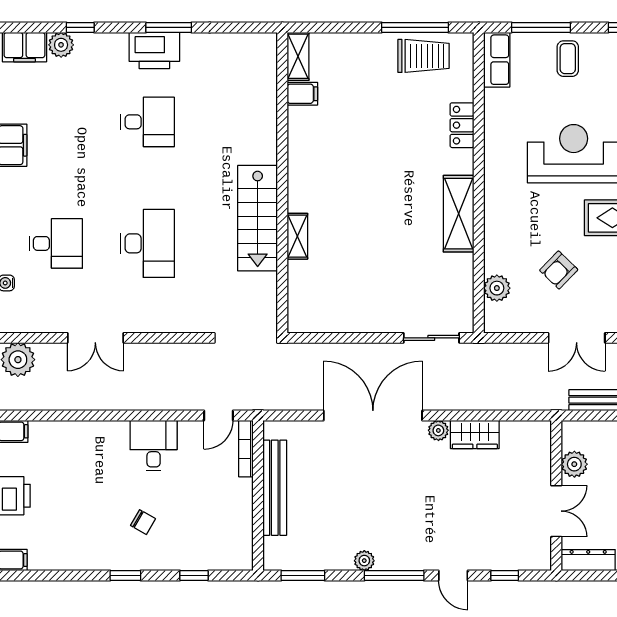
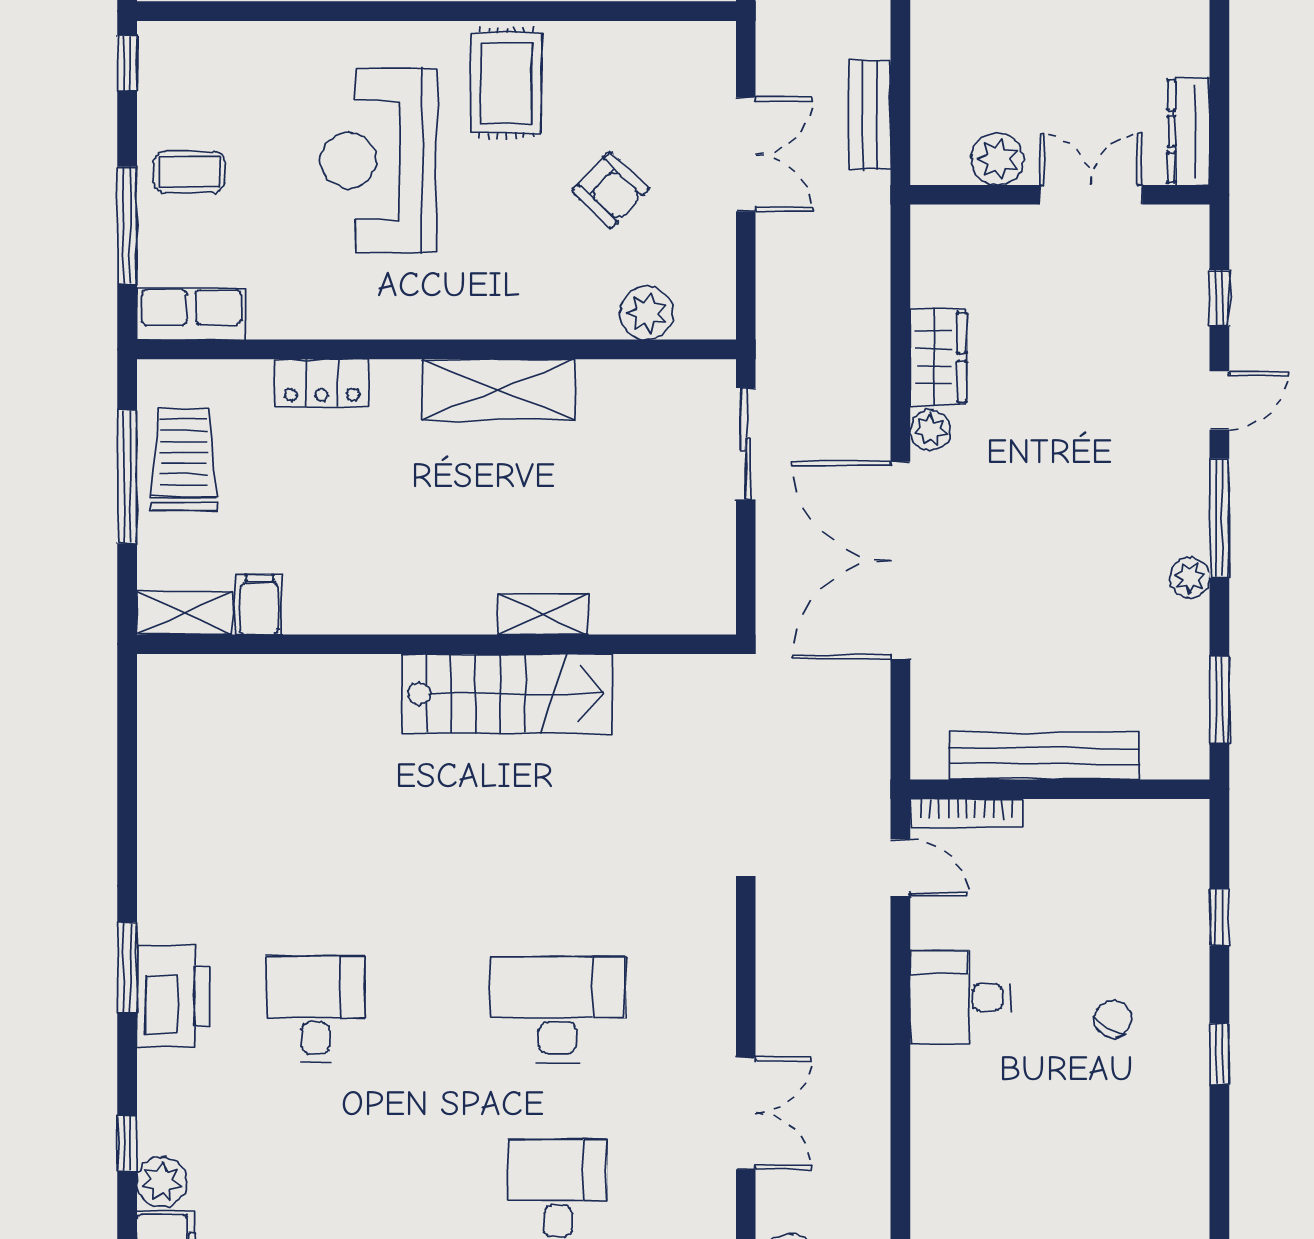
shelving: (298, 56) -> (185, 613), moved
filing cabinet: (302, 94) -> (259, 604), moved
wall: (282, 183) -> (436, 644), moved
stairs: (258, 218) -> (507, 694), moved
shelving: (297, 236) -> (543, 614), moved

